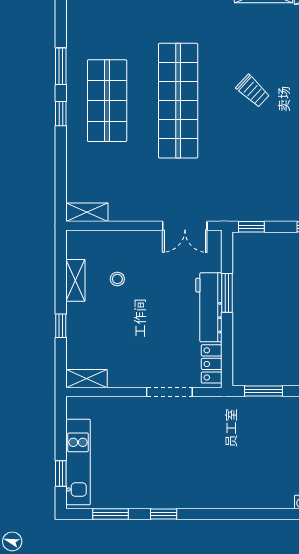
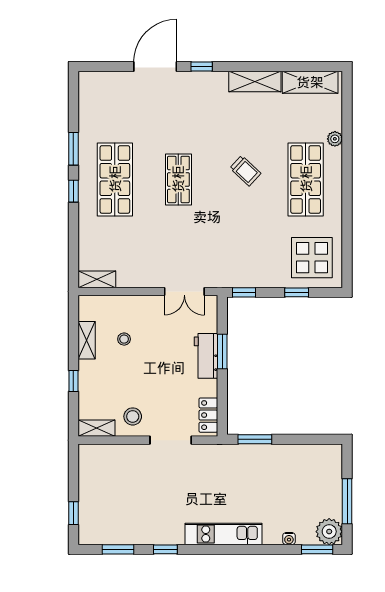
shop shelf: (178, 101) -> (178, 179), width x0.50, depth x0.74
workbench: (209, 307) -> (206, 356), width x0.73
stool: (127, 365) -> (133, 416), added
kitchen unit: (78, 462) -> (223, 534), moved, turned -90

